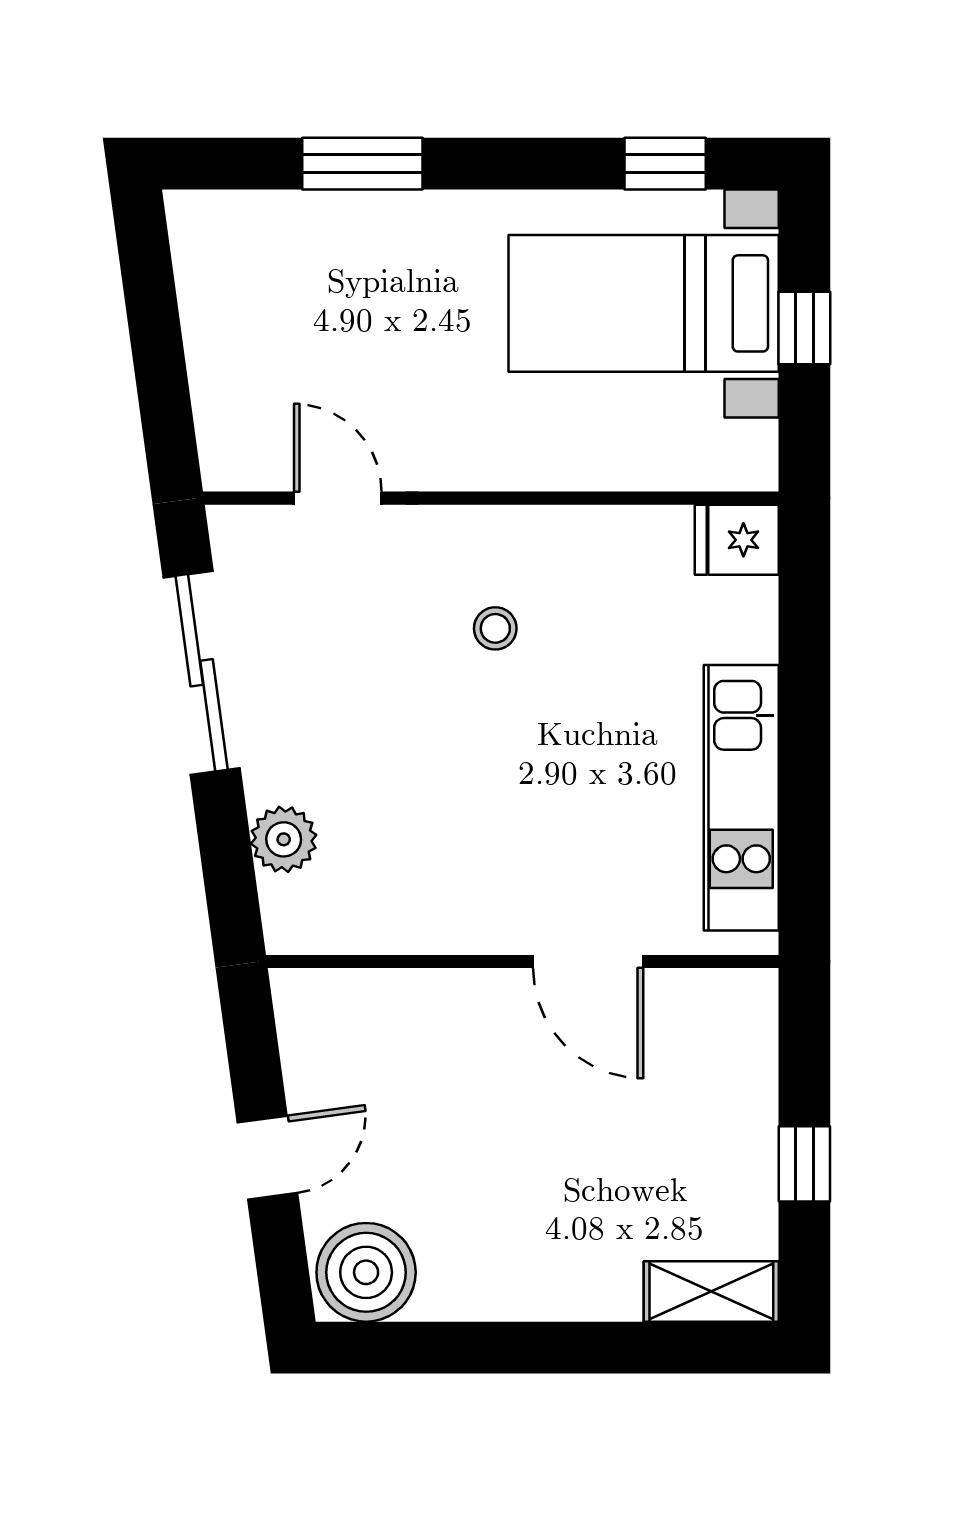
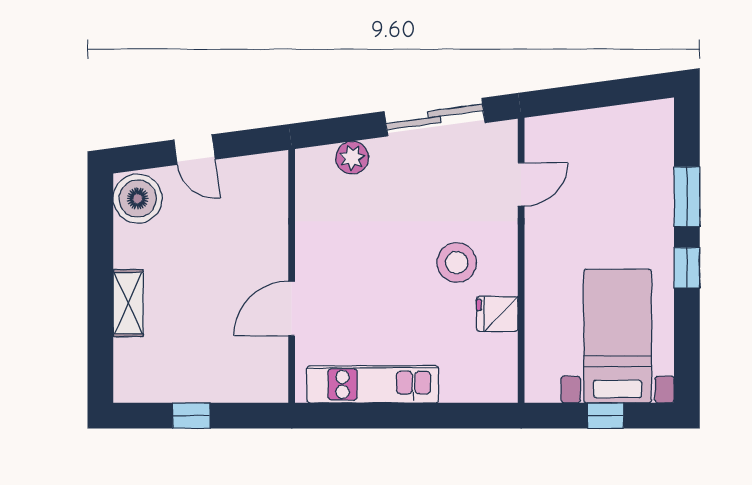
window: (665, 164) -> (687, 268), moved
fridge: (737, 540) -> (497, 314), moved, turned -90
stool: (495, 628) -> (457, 263), width x1.89, depth x1.89
shelving: (711, 1292) -> (128, 303), moved

